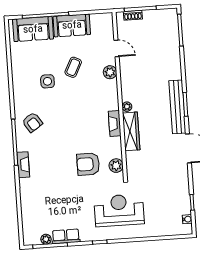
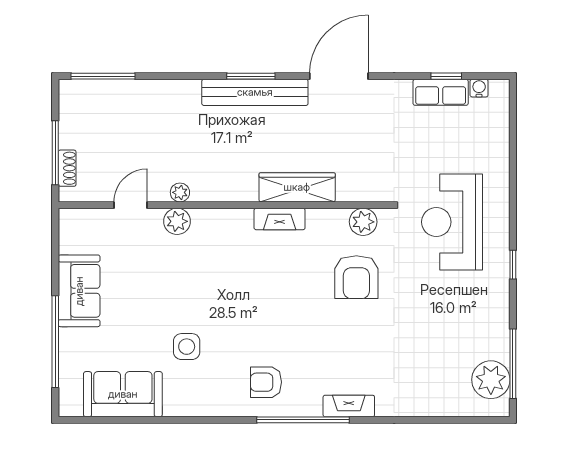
sofa: (33, 29) -> (123, 394), moved, turned -90
coffee table: (73, 67) -> (162, 294), removed
plant: (127, 107) -> (180, 192), moved
armchair: (32, 122) -> (266, 382), turned -146
row of seats: (66, 236) -> (441, 92), moved, turned -90
plant: (46, 239) -> (491, 380), width x1.88, depth x1.88

